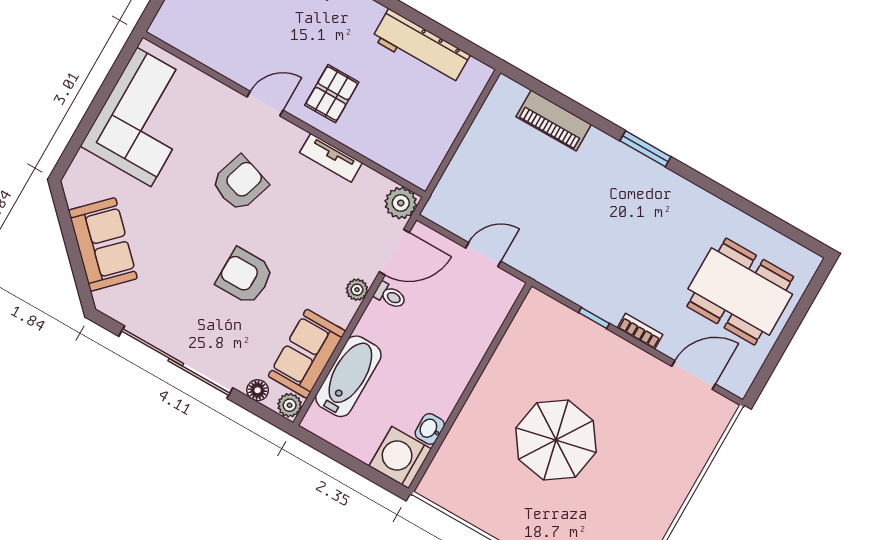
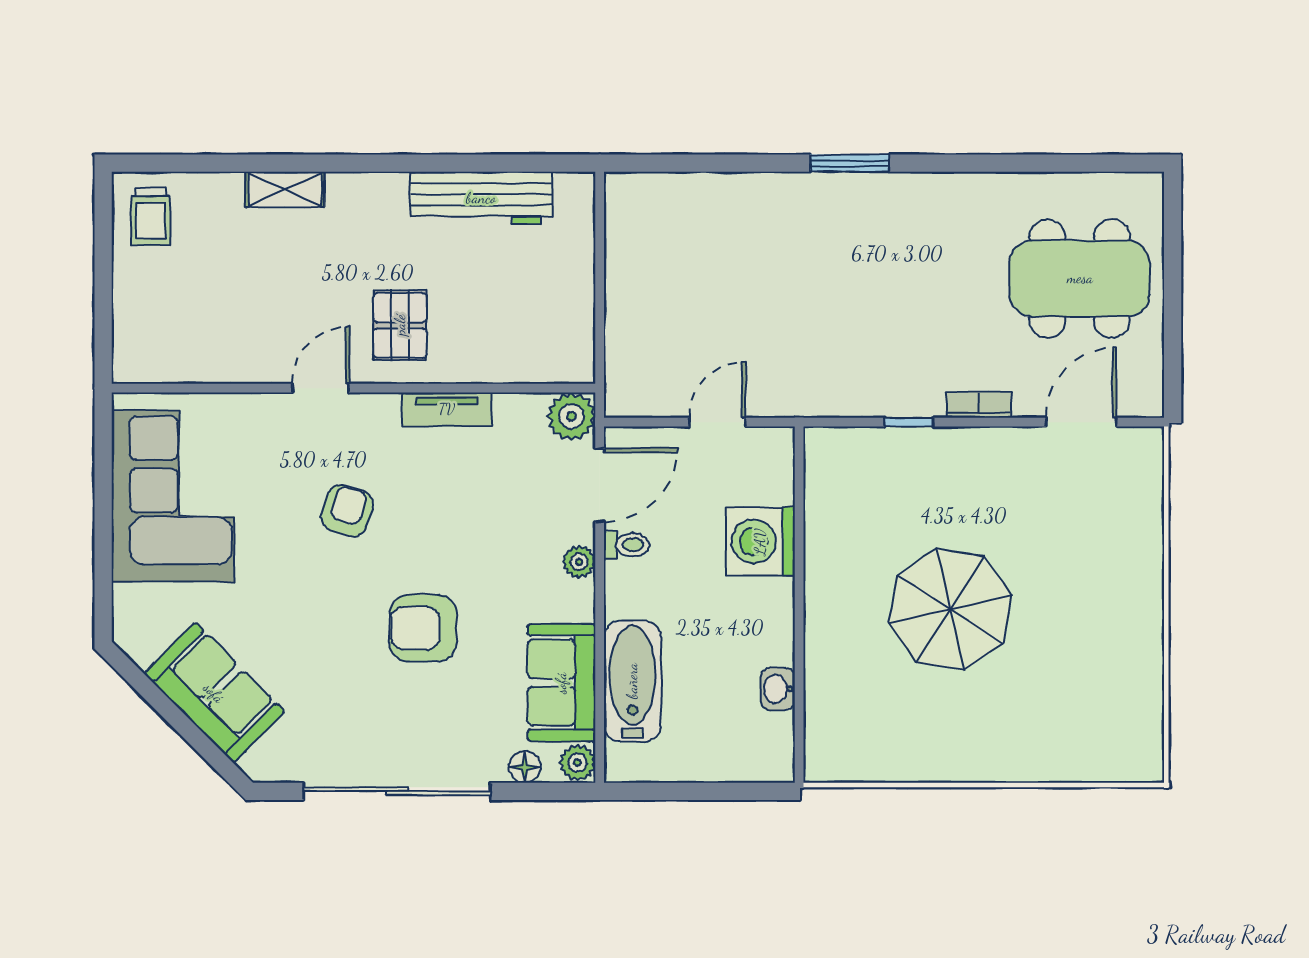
piano: (554, 121) -> (709, 195), removed
armchair: (240, 183) -> (347, 511), width x0.72, depth x0.72
washing machine: (400, 457) -> (760, 542), moved

